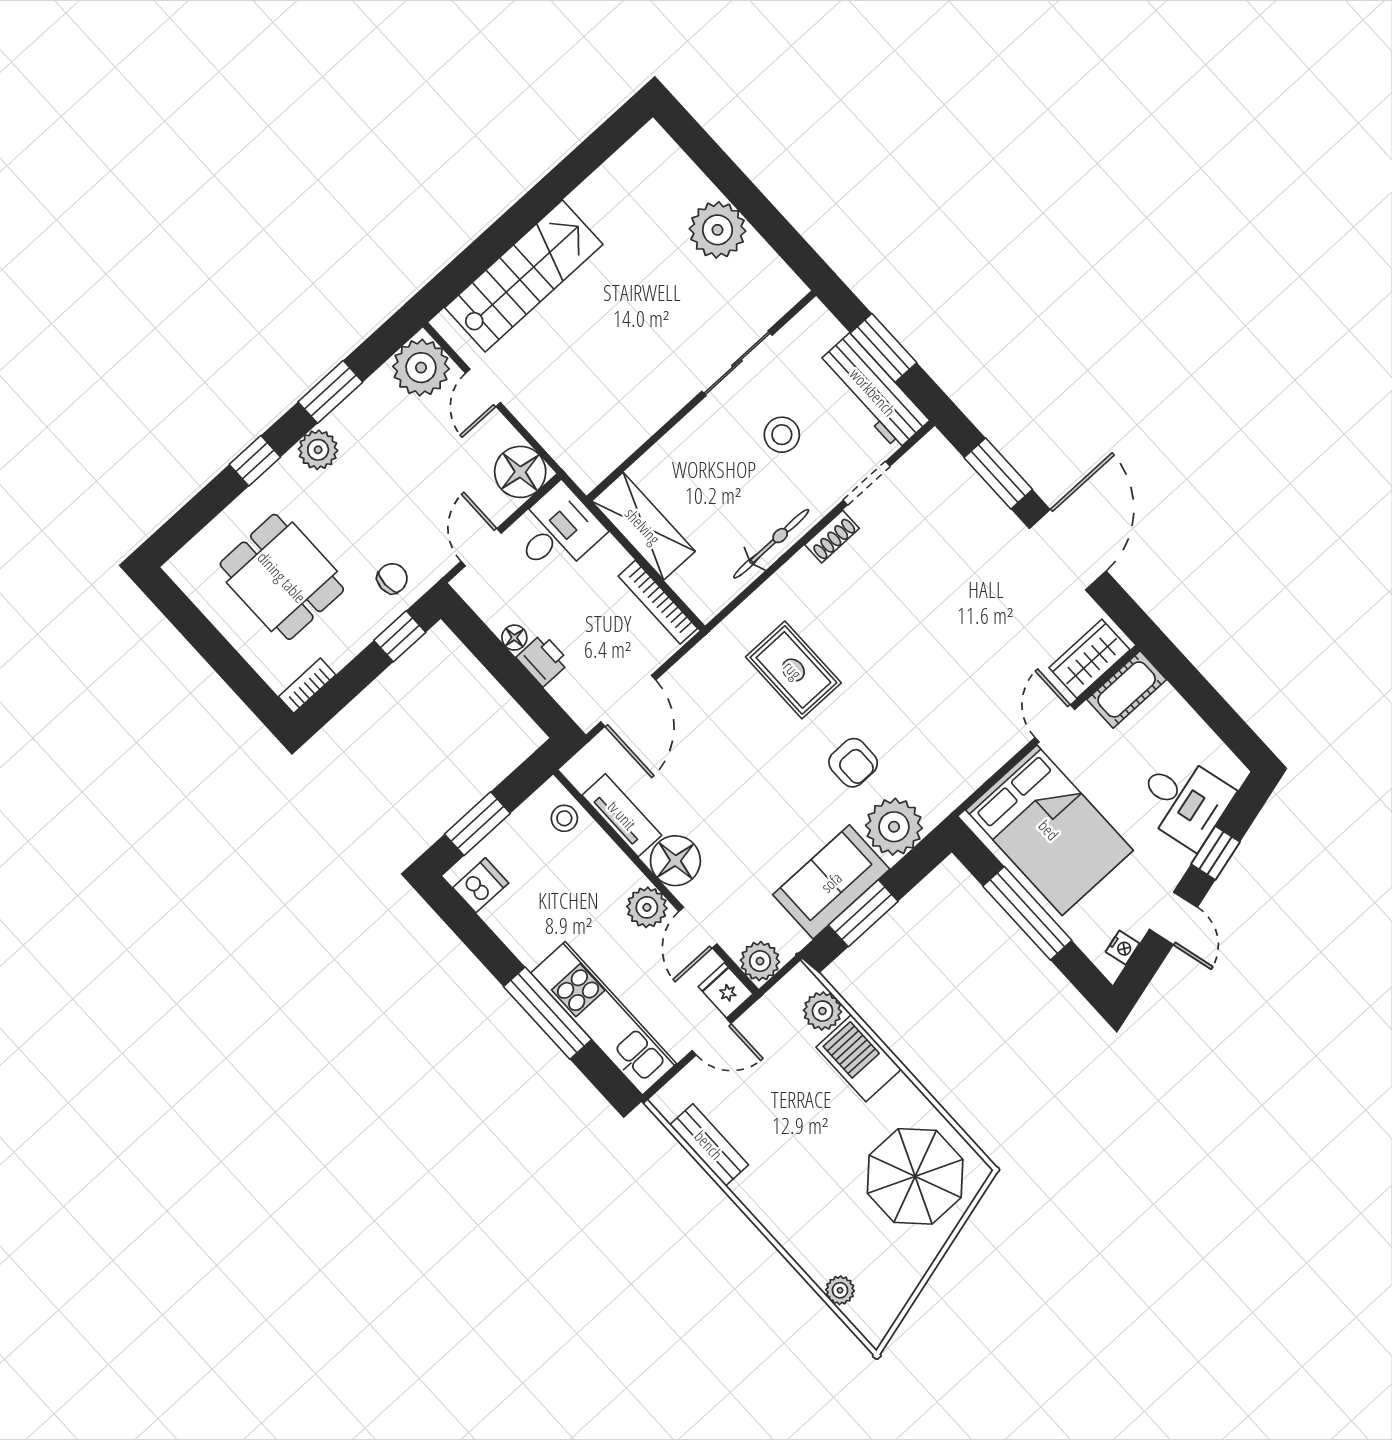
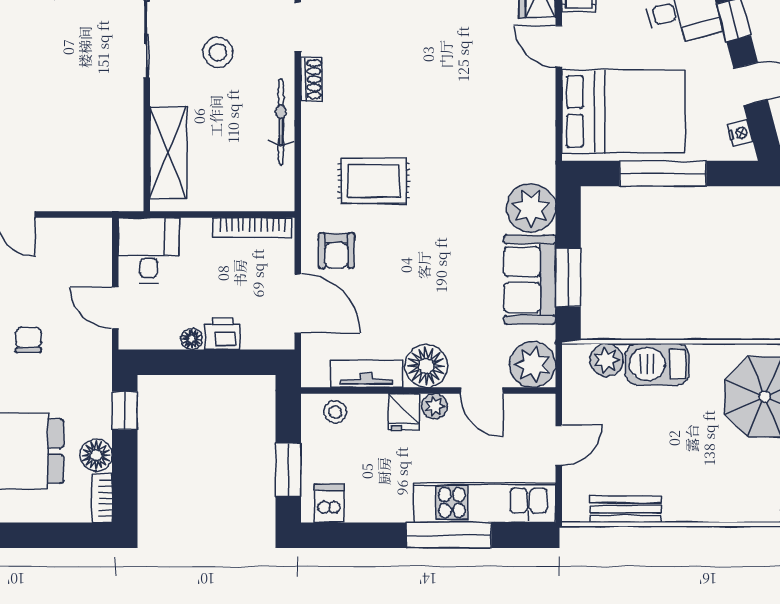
floor lamp: (520, 472) -> (96, 455), moved, width x0.73, depth x0.73
shelving: (643, 526) -> (168, 152), moved, turned 90
chair: (392, 578) -> (28, 340), moved
armchair: (853, 763) -> (337, 251), moved, turned 90
plant: (647, 907) -> (435, 406), width x0.73, depth x0.73
plant: (760, 961) -> (533, 364), width x1.36, depth x1.36
fridge: (726, 990) -> (404, 412), moved, turned -90

